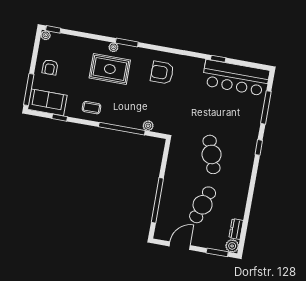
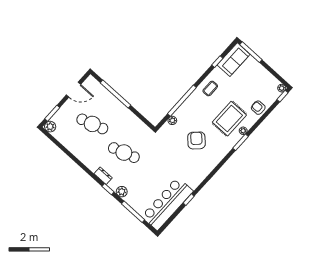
armchair: (50, 67) -> (258, 108), moved
armchair: (162, 73) -> (196, 140), moved, turned -45
plant: (253, 132) -> (122, 192), added
cafe table: (203, 205) -> (92, 124), turned -36
dresser: (236, 229) -> (103, 176), moved
door: (180, 246) -> (74, 90), hinge flipped

